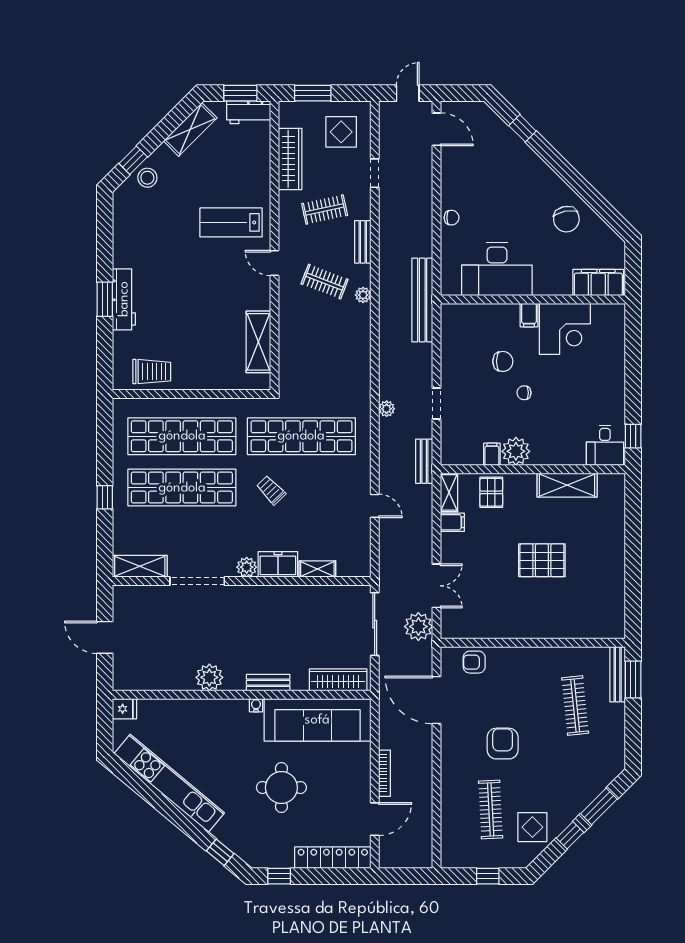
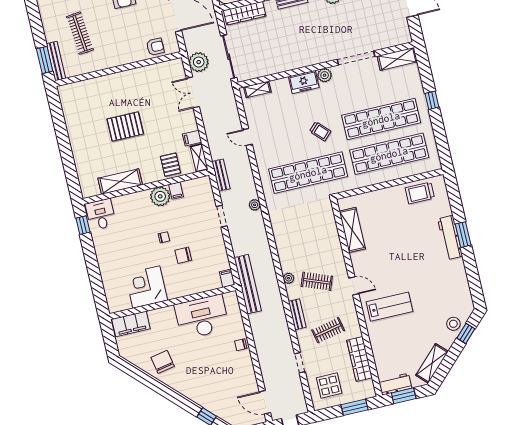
filing cabinet: (529, 315) -> (227, 278), moved
shelving: (317, 569) -> (257, 90), moved

